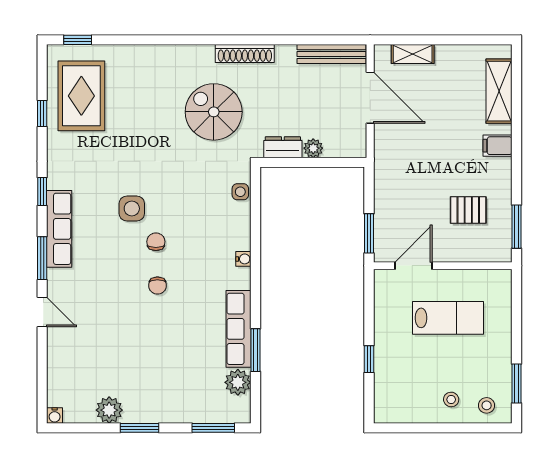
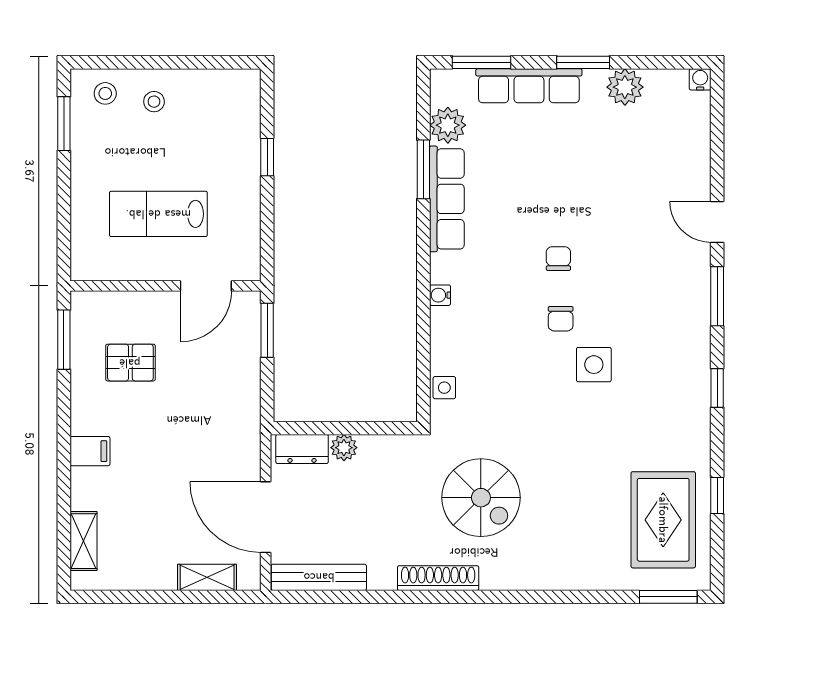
window: (78, 40) -> (668, 597), width x1.50
shelving: (499, 91) -> (84, 541), width x0.67, depth x0.75
dresser: (283, 147) -> (302, 449), moved
row of seats: (59, 229) -> (529, 86), moved, turned -90

